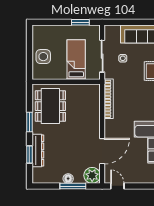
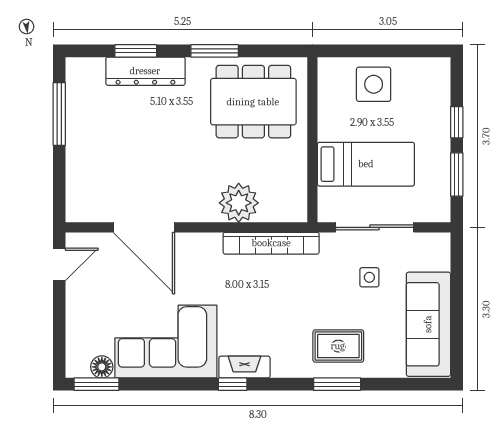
window: (59, 22) -> (457, 122), added
plant: (92, 175) -> (239, 203), moved
floor lamp: (68, 179) -> (77, 145), removed
window: (73, 186) -> (59, 114), moved

